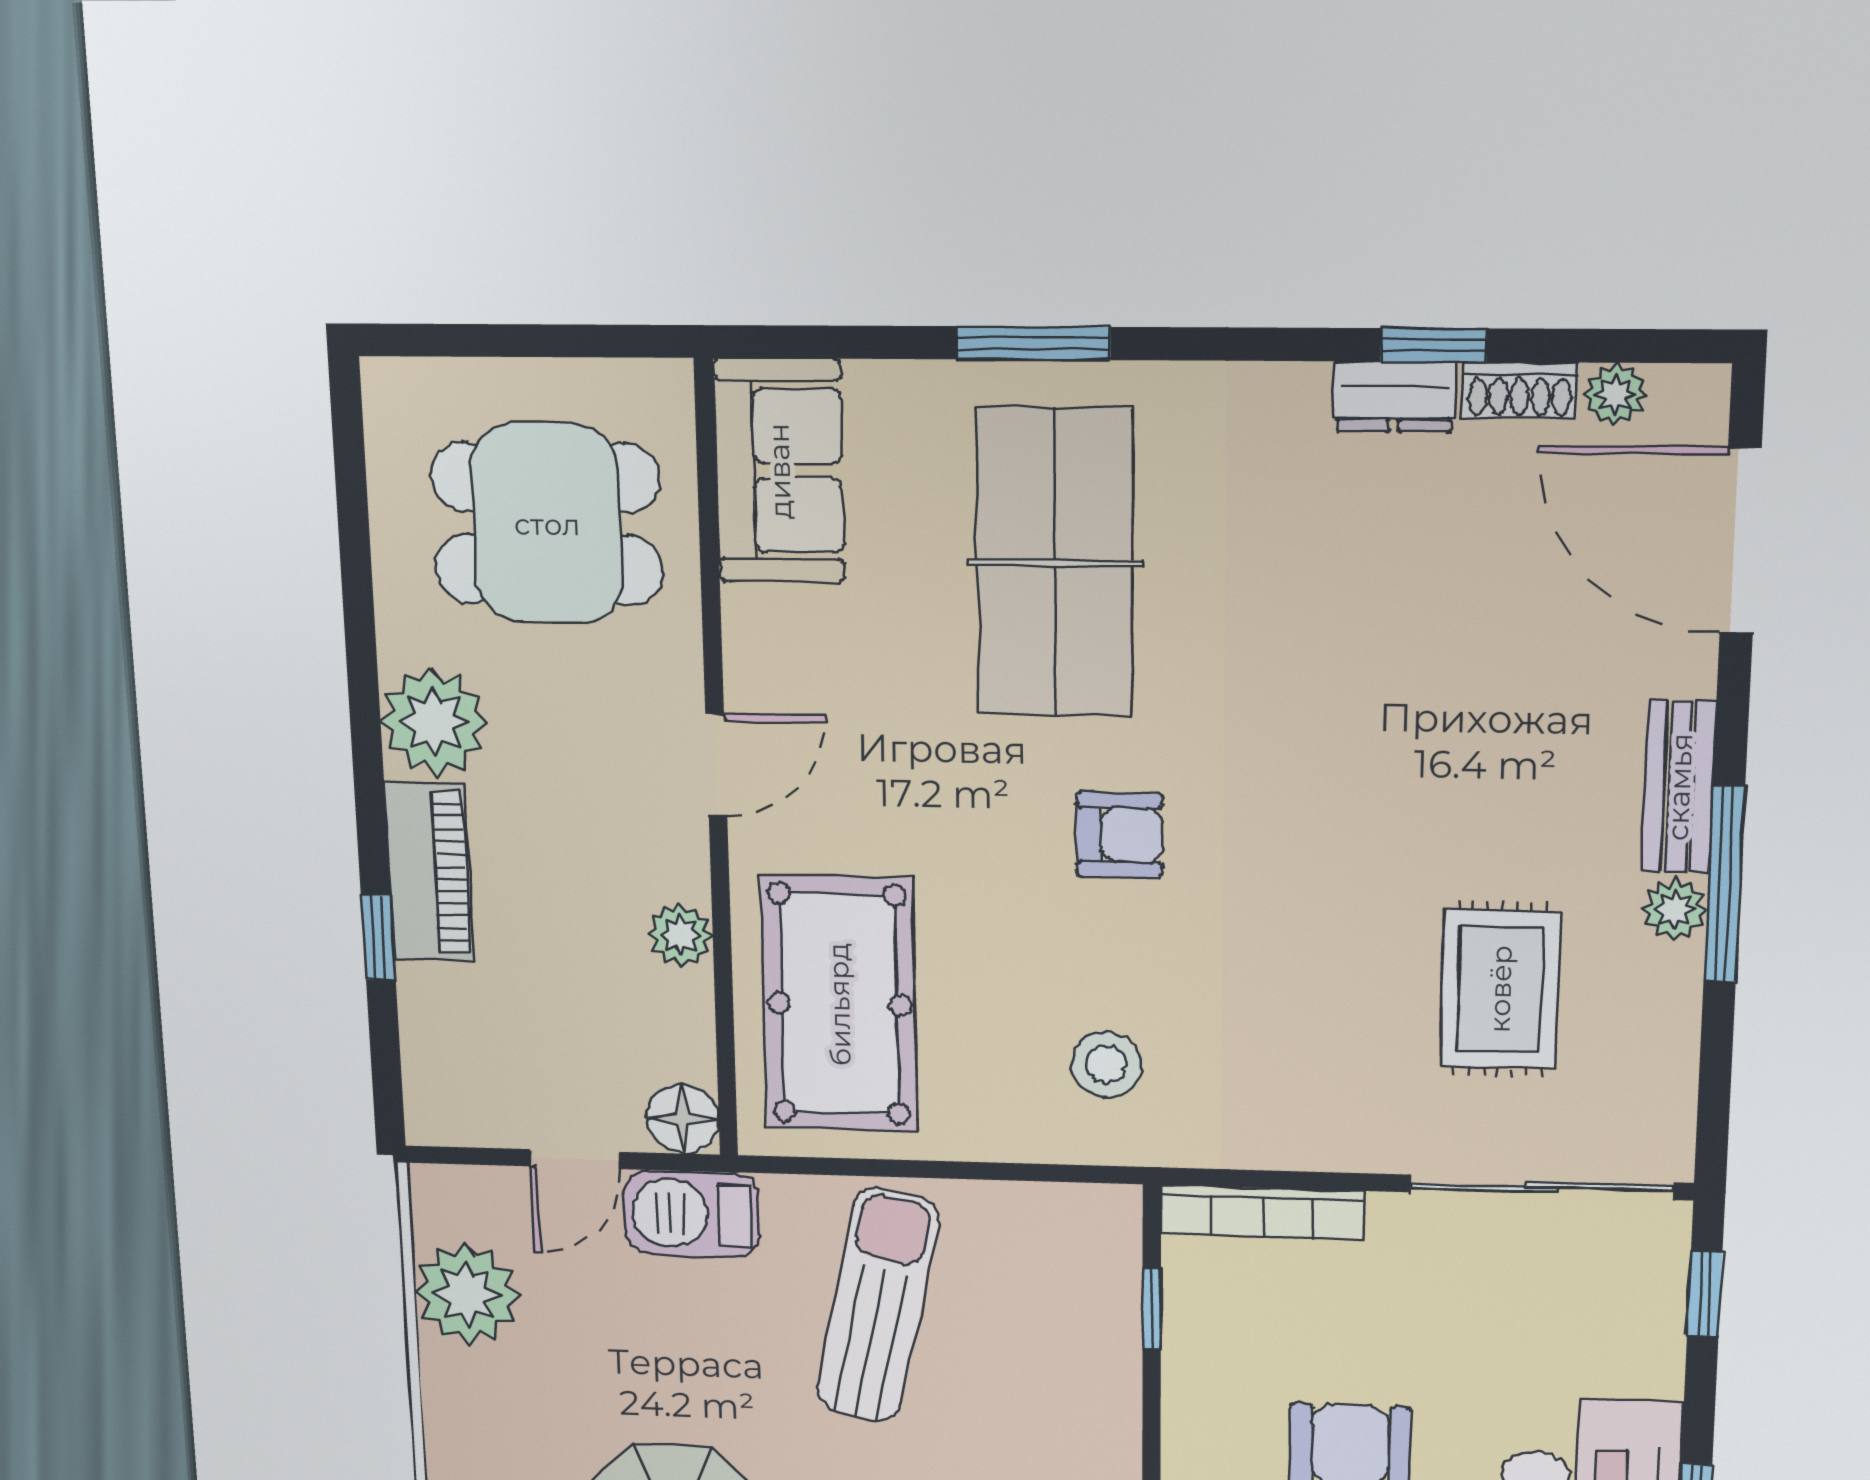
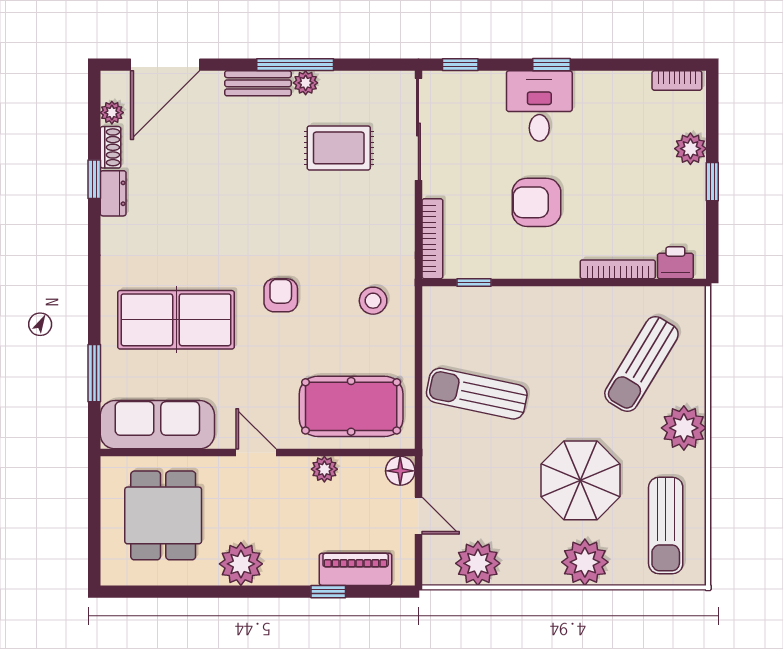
window: (1033, 343) -> (94, 373), moved
sofa: (779, 471) -> (157, 425), width x1.36
piano: (429, 872) -> (356, 569), moved
barbecue: (692, 1214) -> (440, 469), removed

